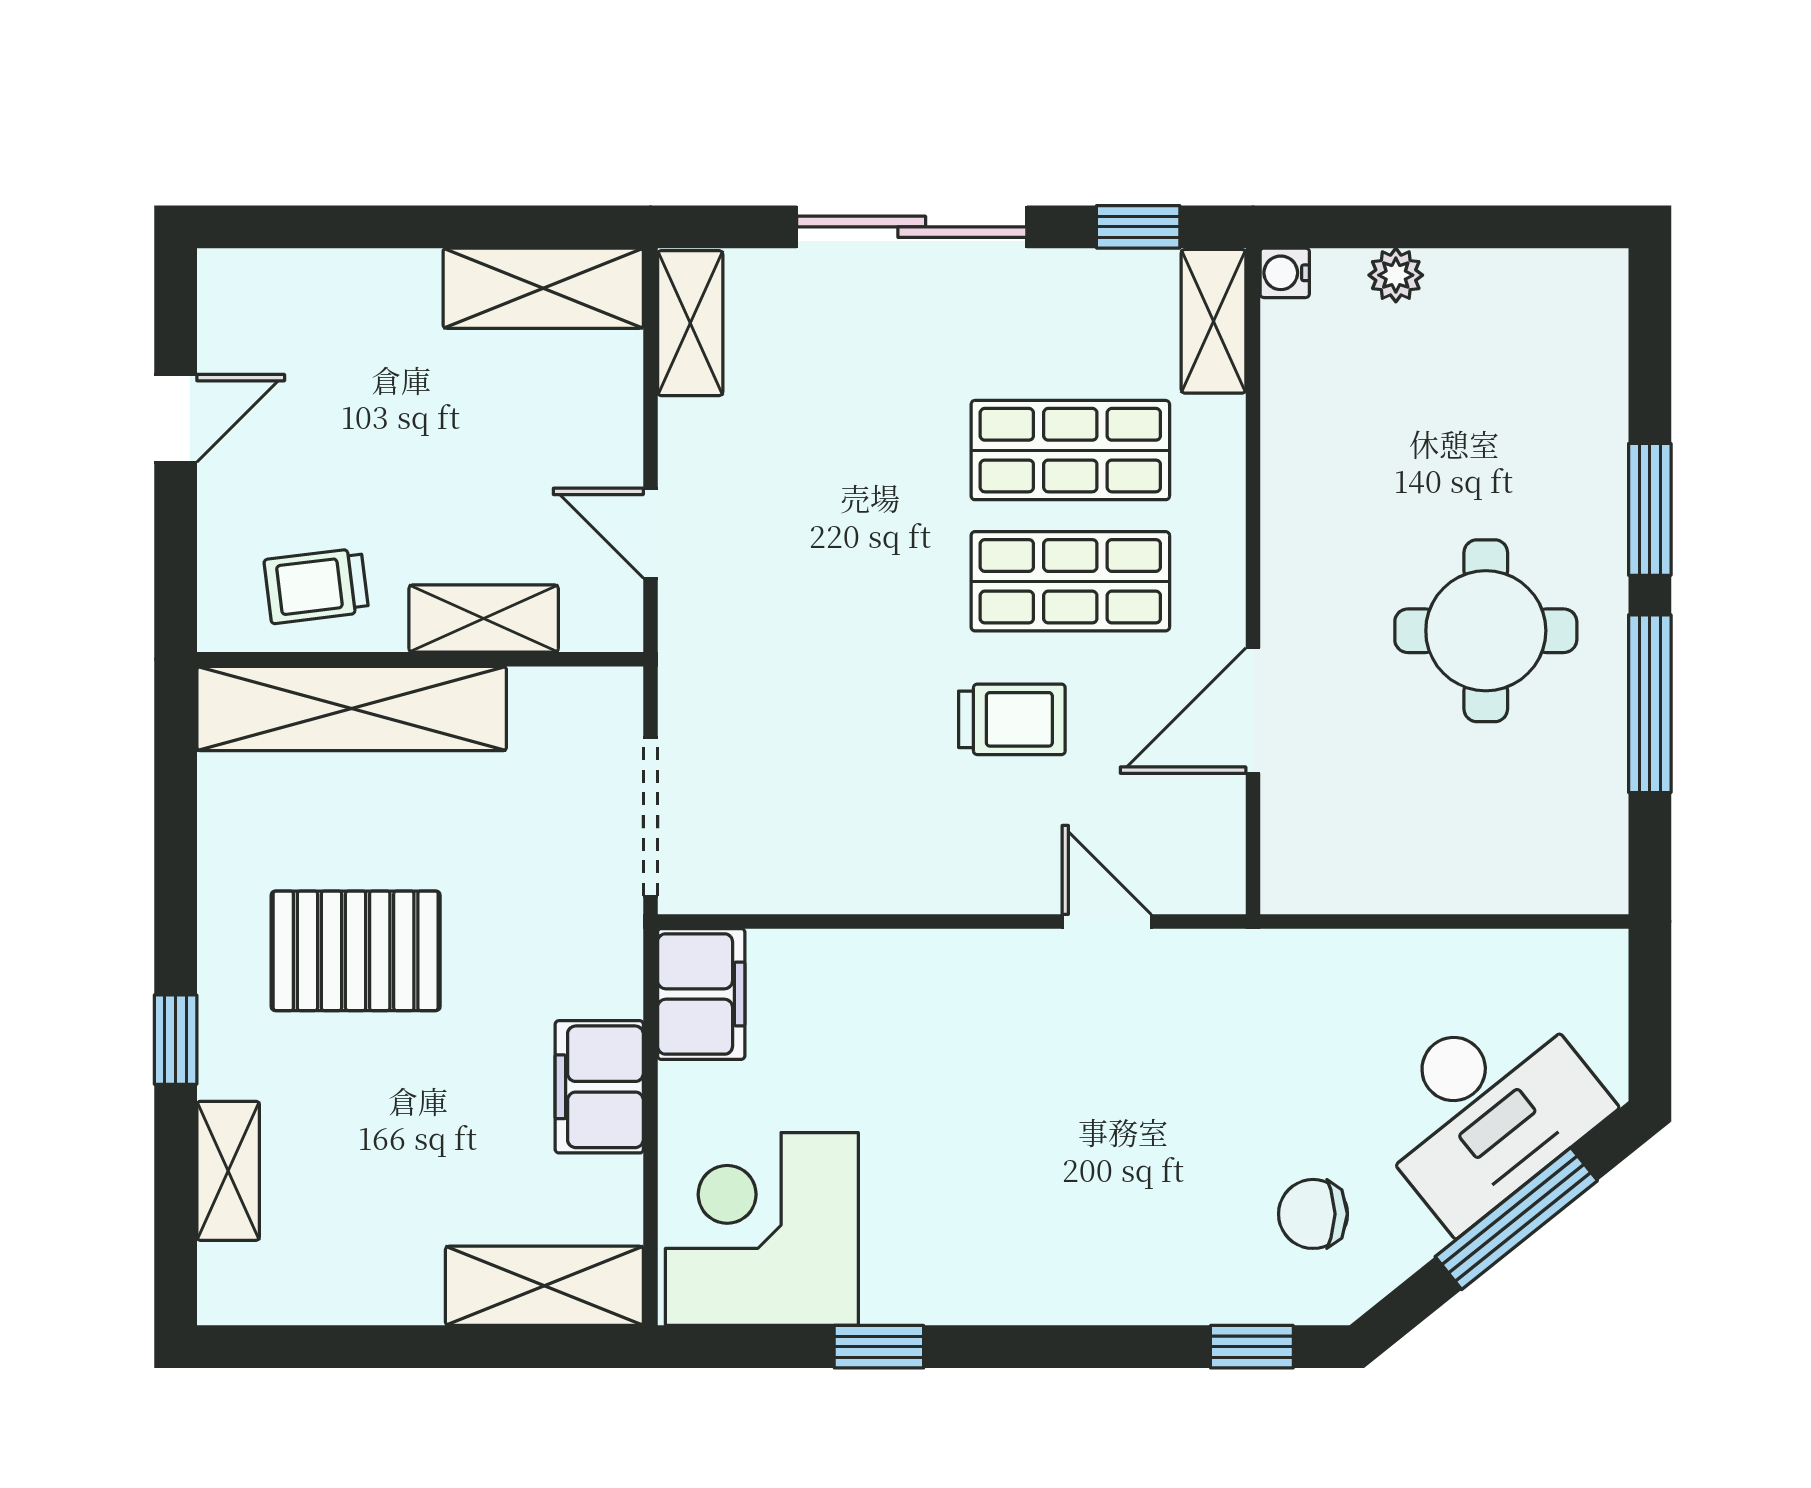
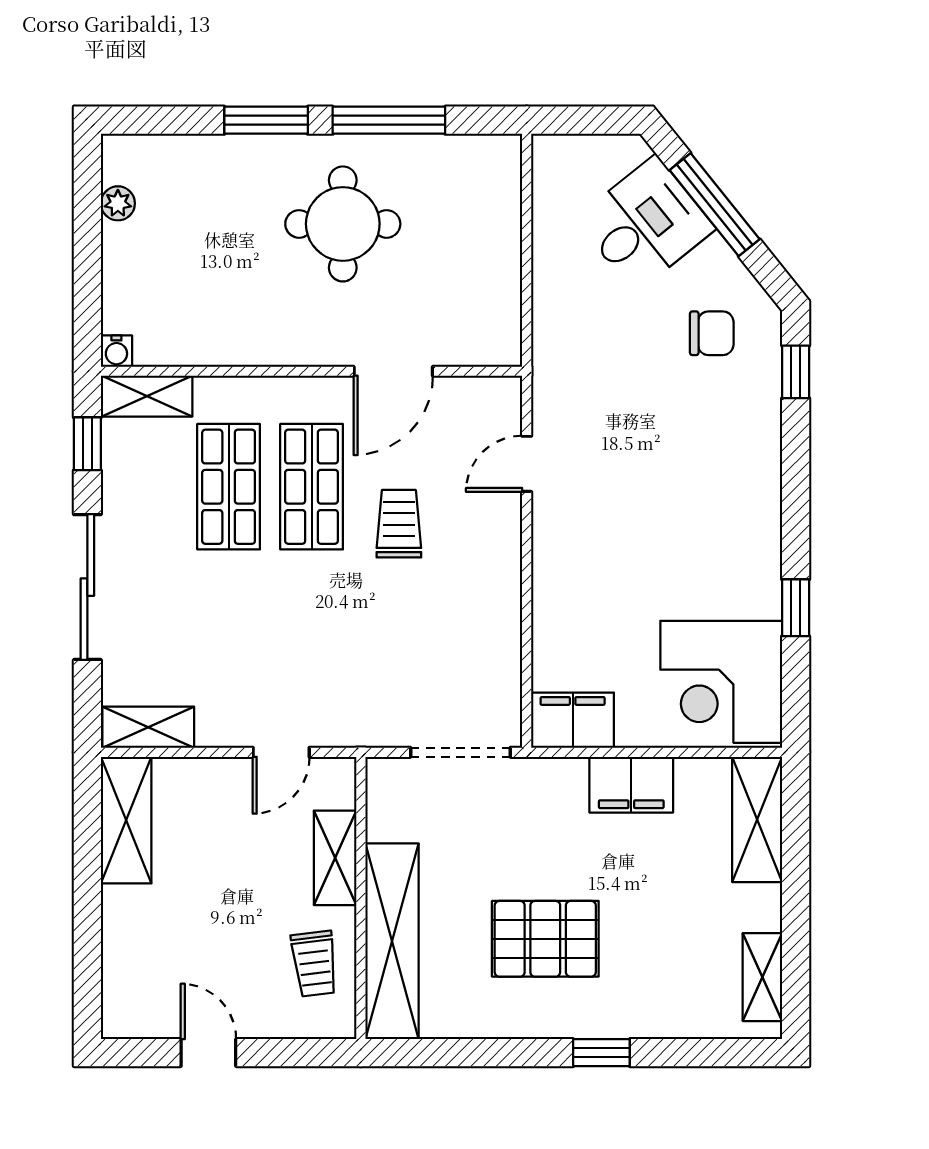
plant: (1396, 275) -> (118, 203), moved
door: (1253, 711) -> (393, 371), hinge flipped
pallet: (356, 951) -> (545, 939), turned 90
desk: (1486, 1109) -> (645, 224), width x0.73
shelving: (228, 1171) -> (762, 977), moved, turned 90
chair: (1313, 1214) -> (712, 333), turned -90

